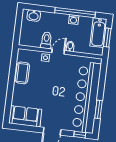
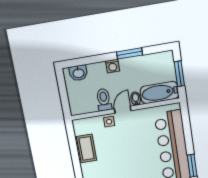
window: (75, 13) -> (129, 53), width x0.47
washing machine: (74, 20) -> (113, 66), moved
bathtub: (98, 33) -> (160, 93), moved, turned 90

